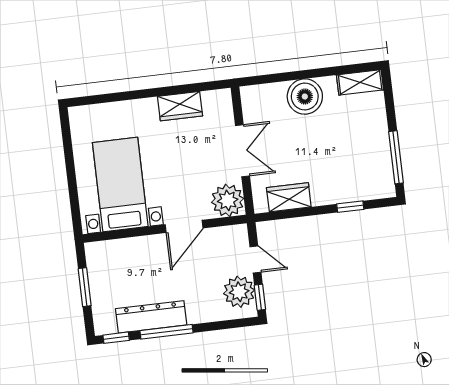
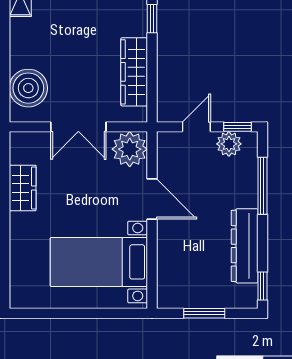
boiler: (305, 97) -> (28, 88), moved
double door: (242, 151) -> (78, 127), swing flipped
wardrobe: (289, 197) -> (134, 72), width x1.50
plant: (239, 292) -> (229, 144), width x0.73, depth x0.73
window: (166, 332) -> (262, 186), moved

